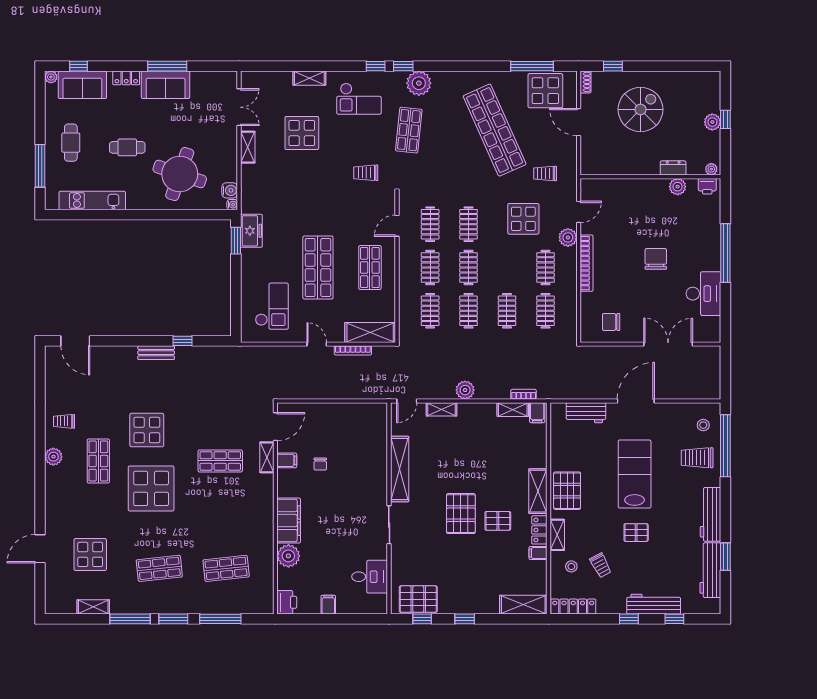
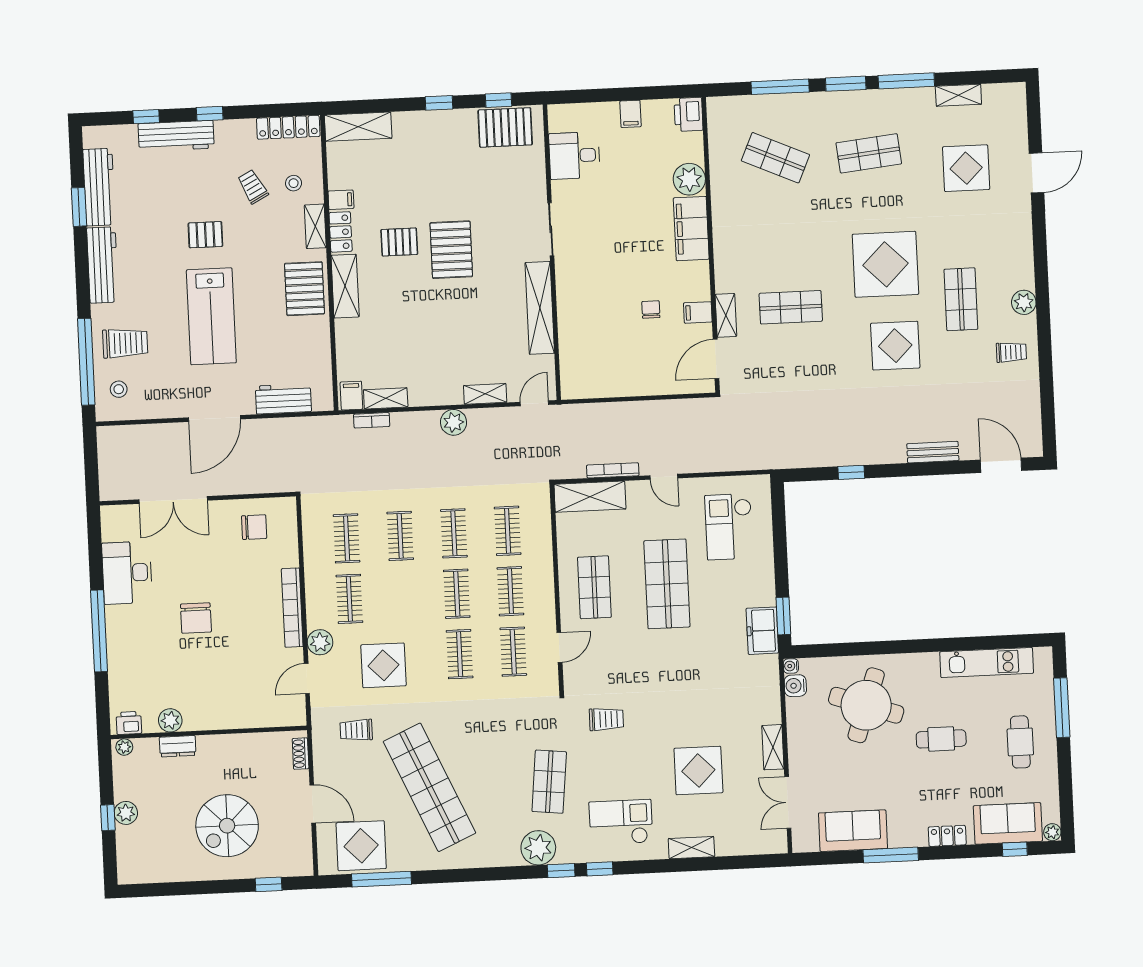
shoe rack: (586, 82) -> (301, 754), moved
sofa: (166, 85) -> (853, 831), moved
trolley: (545, 173) -> (356, 730), turned 180
bench: (156, 353) -> (933, 452), moved
shop shelf: (226, 568) -> (775, 158), turned 30

